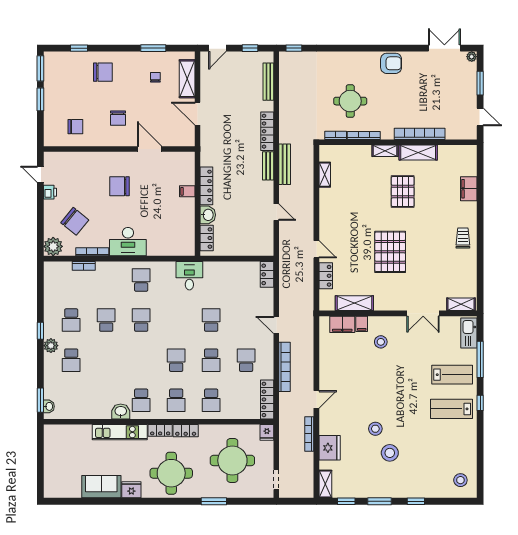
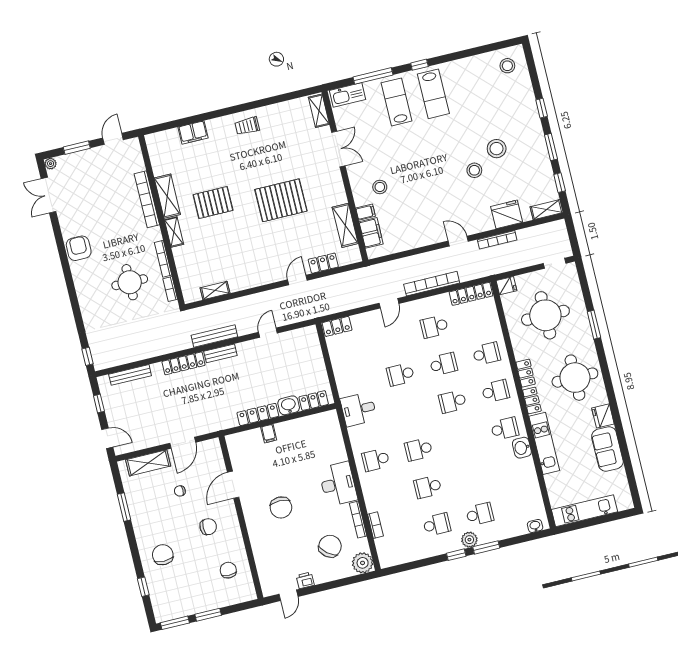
chair: (155, 77) -> (180, 491), moved
window: (40, 400) -> (486, 547), moved
kitchen unit: (52, 453) -> (584, 511), added

